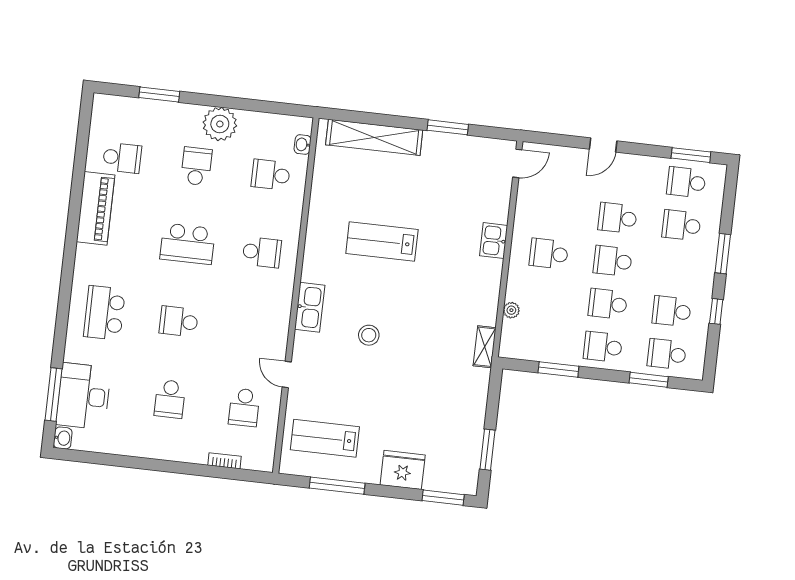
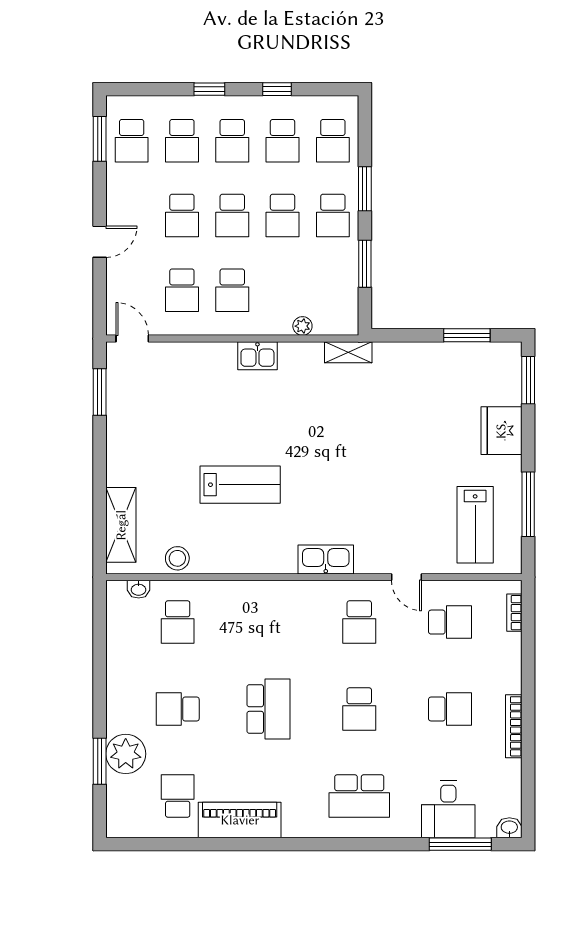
plant: (220, 124) -> (126, 754), moved
window: (448, 127) -> (100, 392), moved
shelving: (374, 137) -> (121, 525), width x0.68
door: (603, 145) -> (100, 242), hinge flipped
school desk: (554, 211) -> (182, 290), added
lab bench: (382, 241) -> (240, 485), turned -90
kitchen sink: (494, 241) -> (257, 356), moved
school desk: (262, 252) -> (359, 622), moved, turned 180
window: (723, 254) -> (209, 89), width x0.67
school desk: (677, 268) -> (232, 141), added
stool: (369, 335) -> (177, 558), moved
door: (287, 375) -> (406, 577), hinge flipped
window: (649, 380) -> (365, 189), moved
desk: (84, 396) -> (448, 809), width x0.73
bookcase: (149, 452) -> (514, 726), added
bookcase: (225, 461) -> (514, 613), moved

